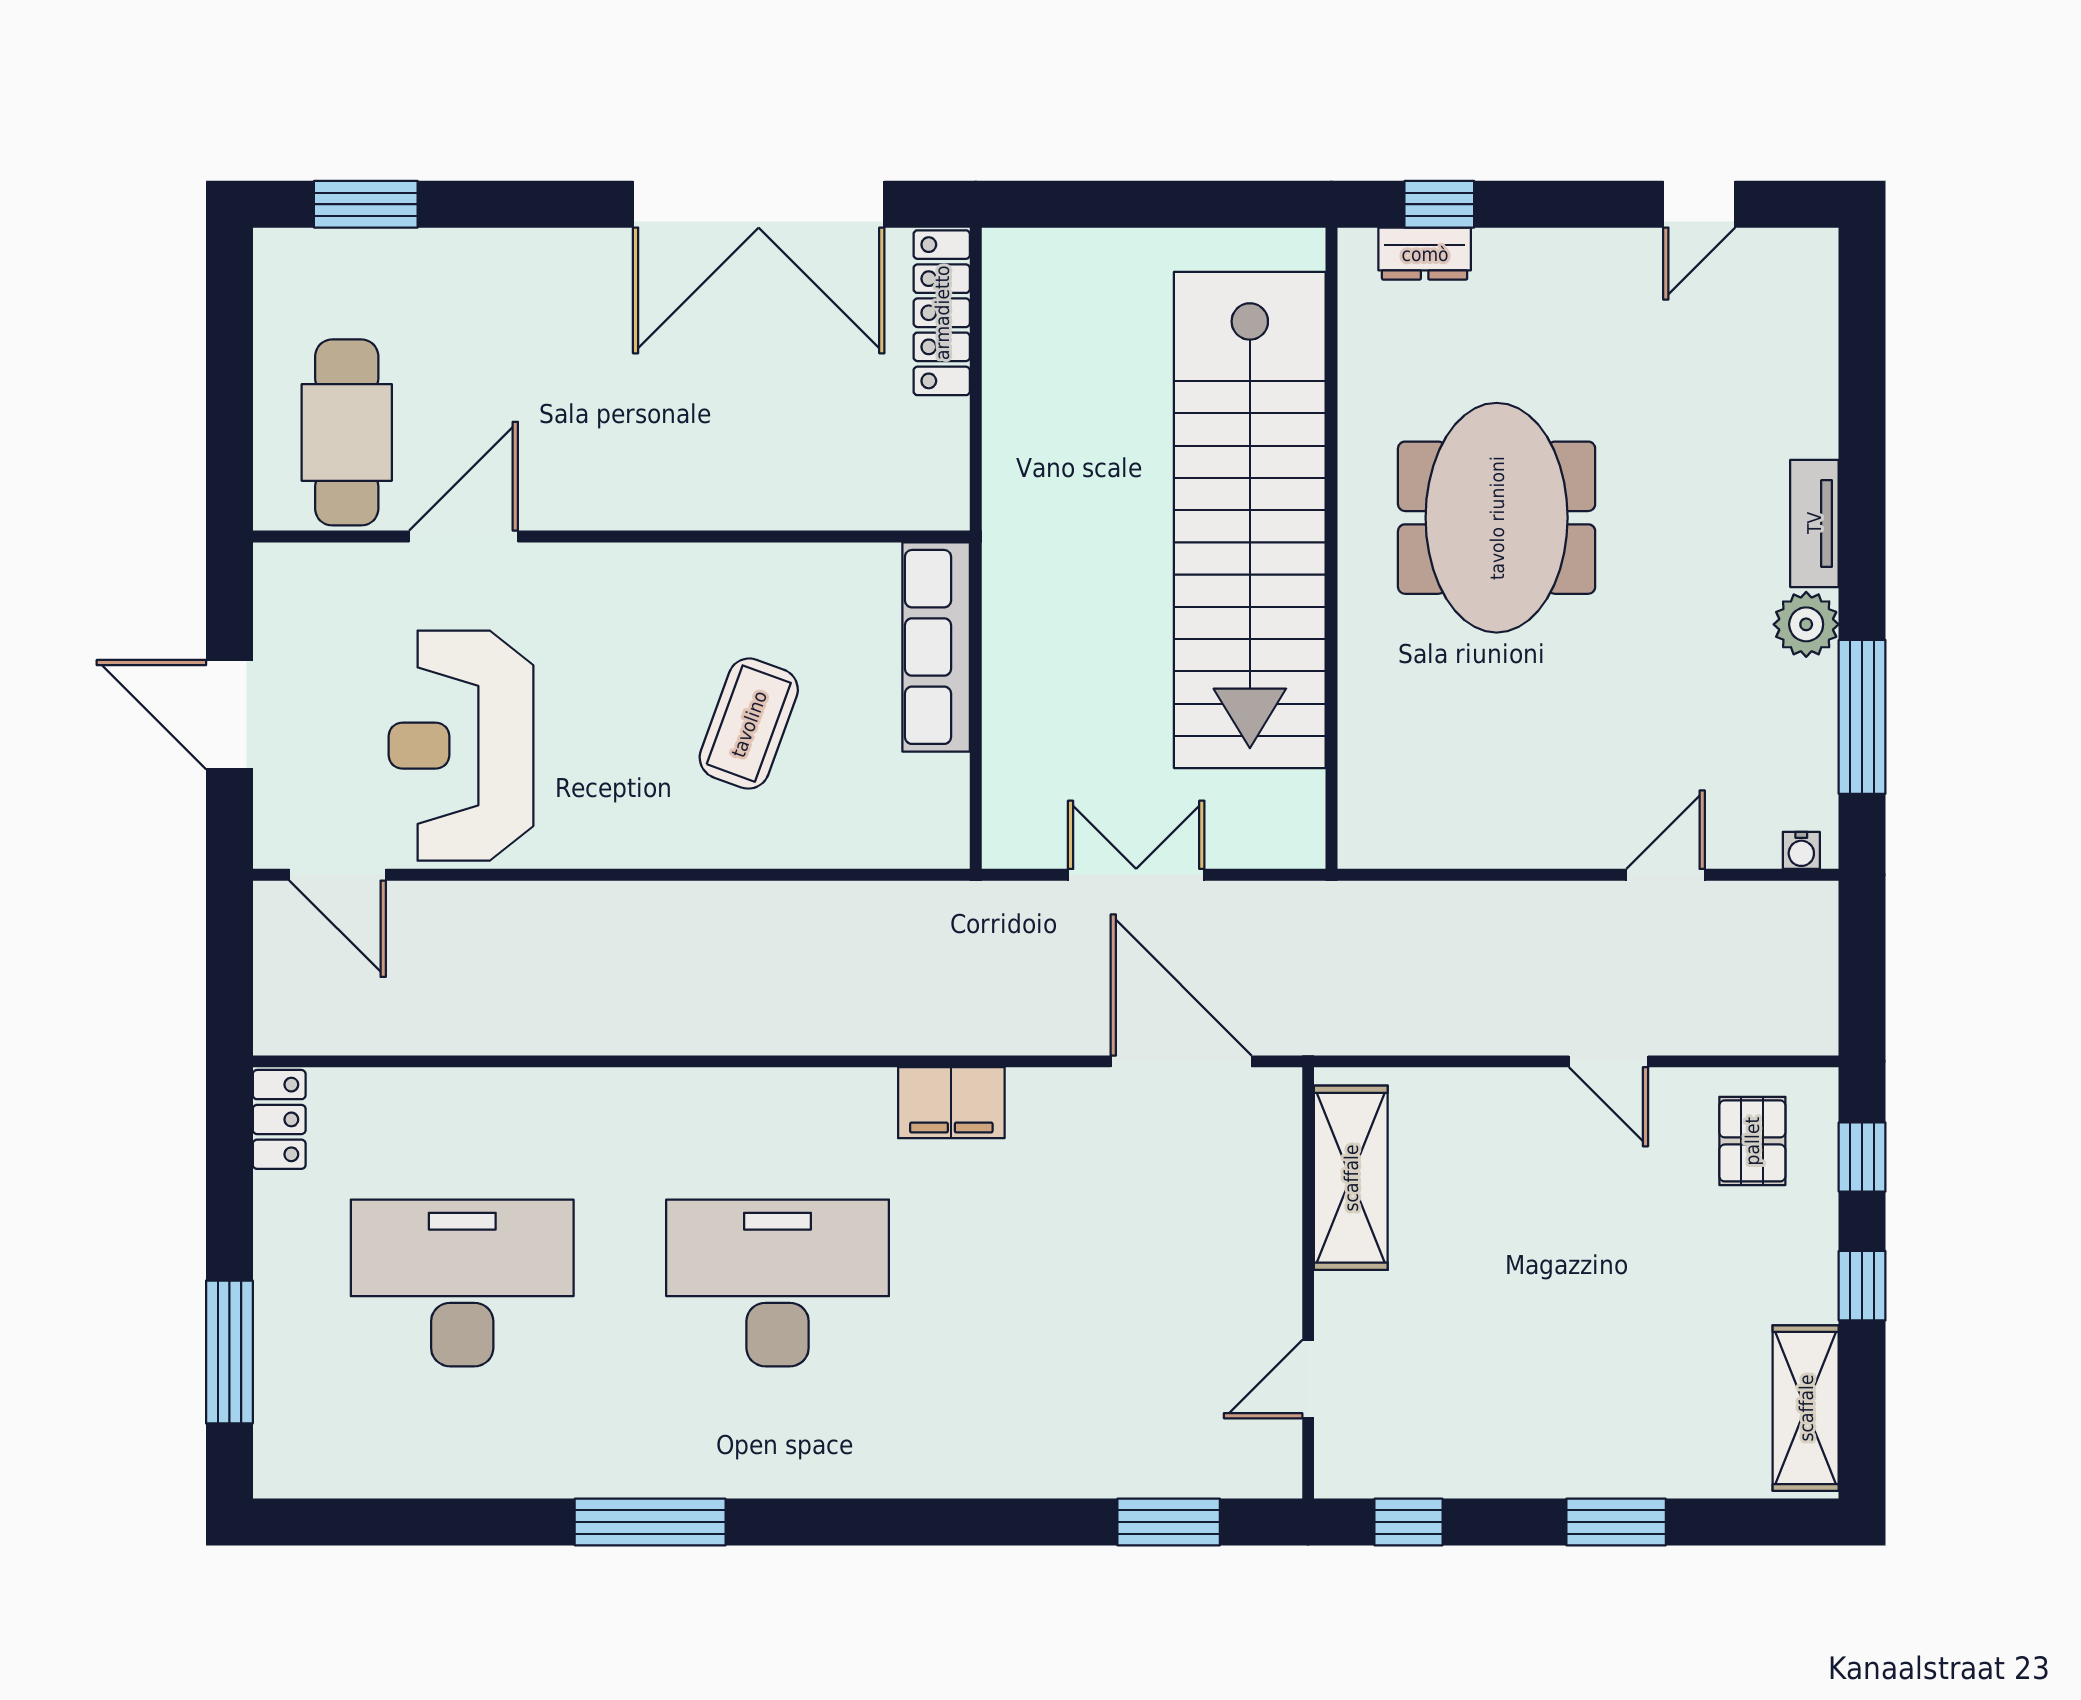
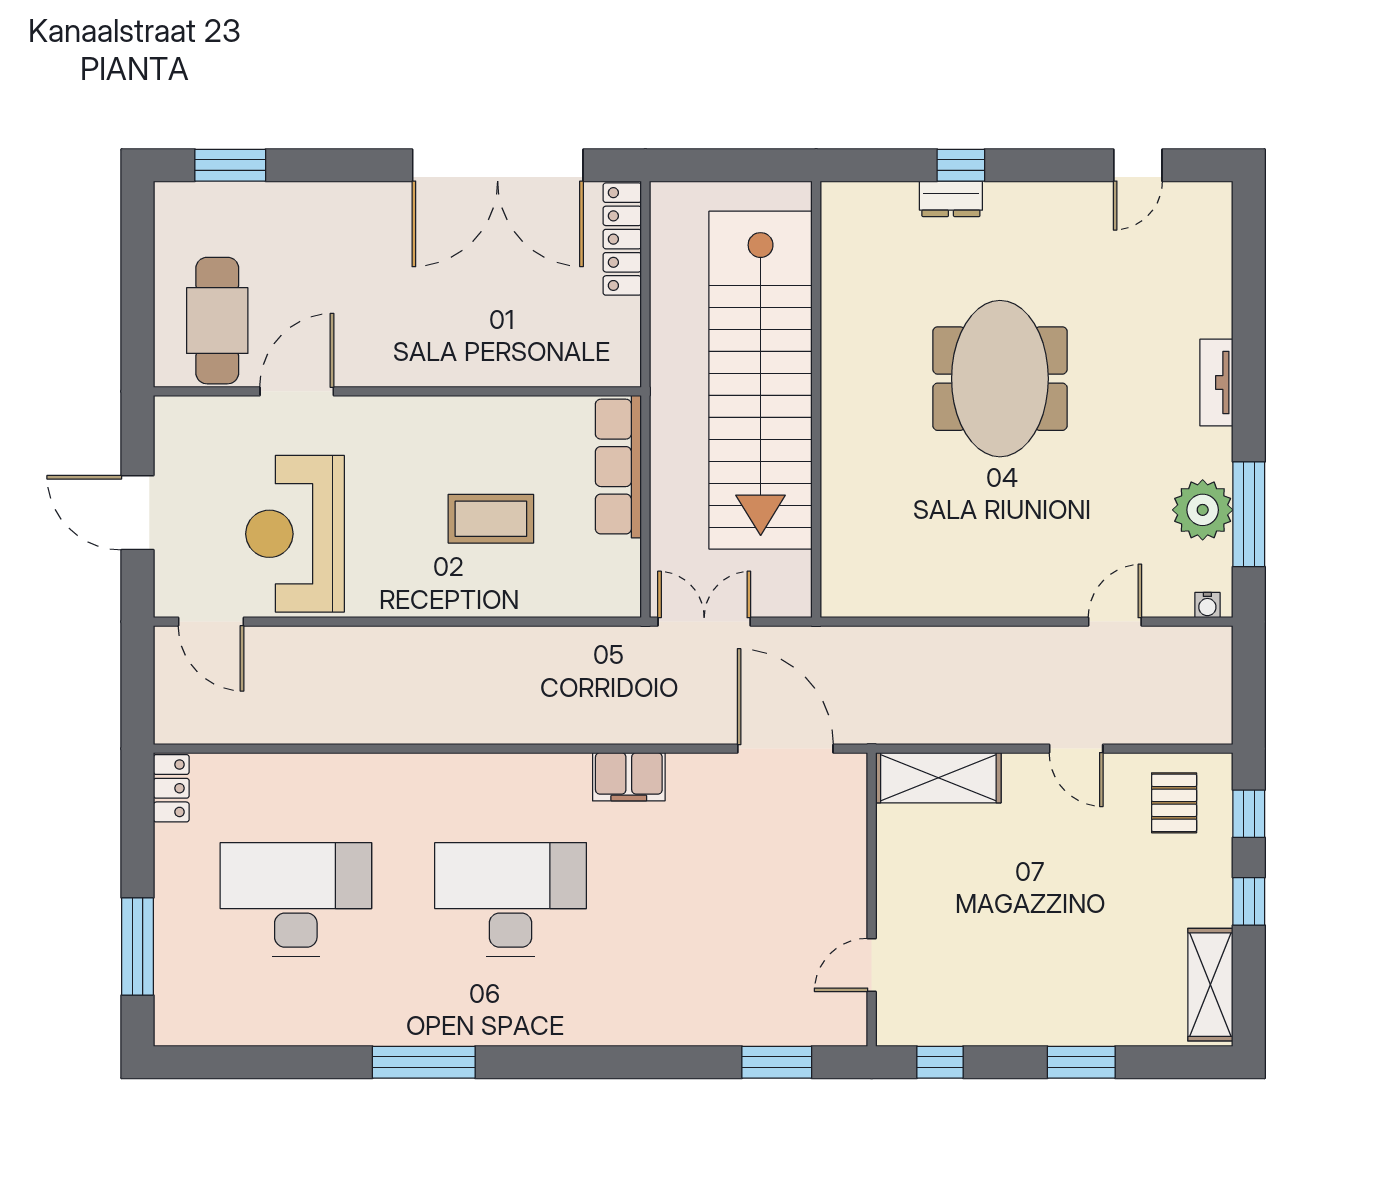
stairs: (1250, 520) -> (761, 380), moved
wall: (1331, 548) -> (816, 399), moved
plant: (1806, 624) -> (1203, 510), moved, width x1.36, depth x1.36
coffee table: (749, 724) -> (491, 519), turned 70
double door: (1136, 875) -> (704, 622), moved
shelving: (1351, 1178) -> (938, 778), moved, turned 90

